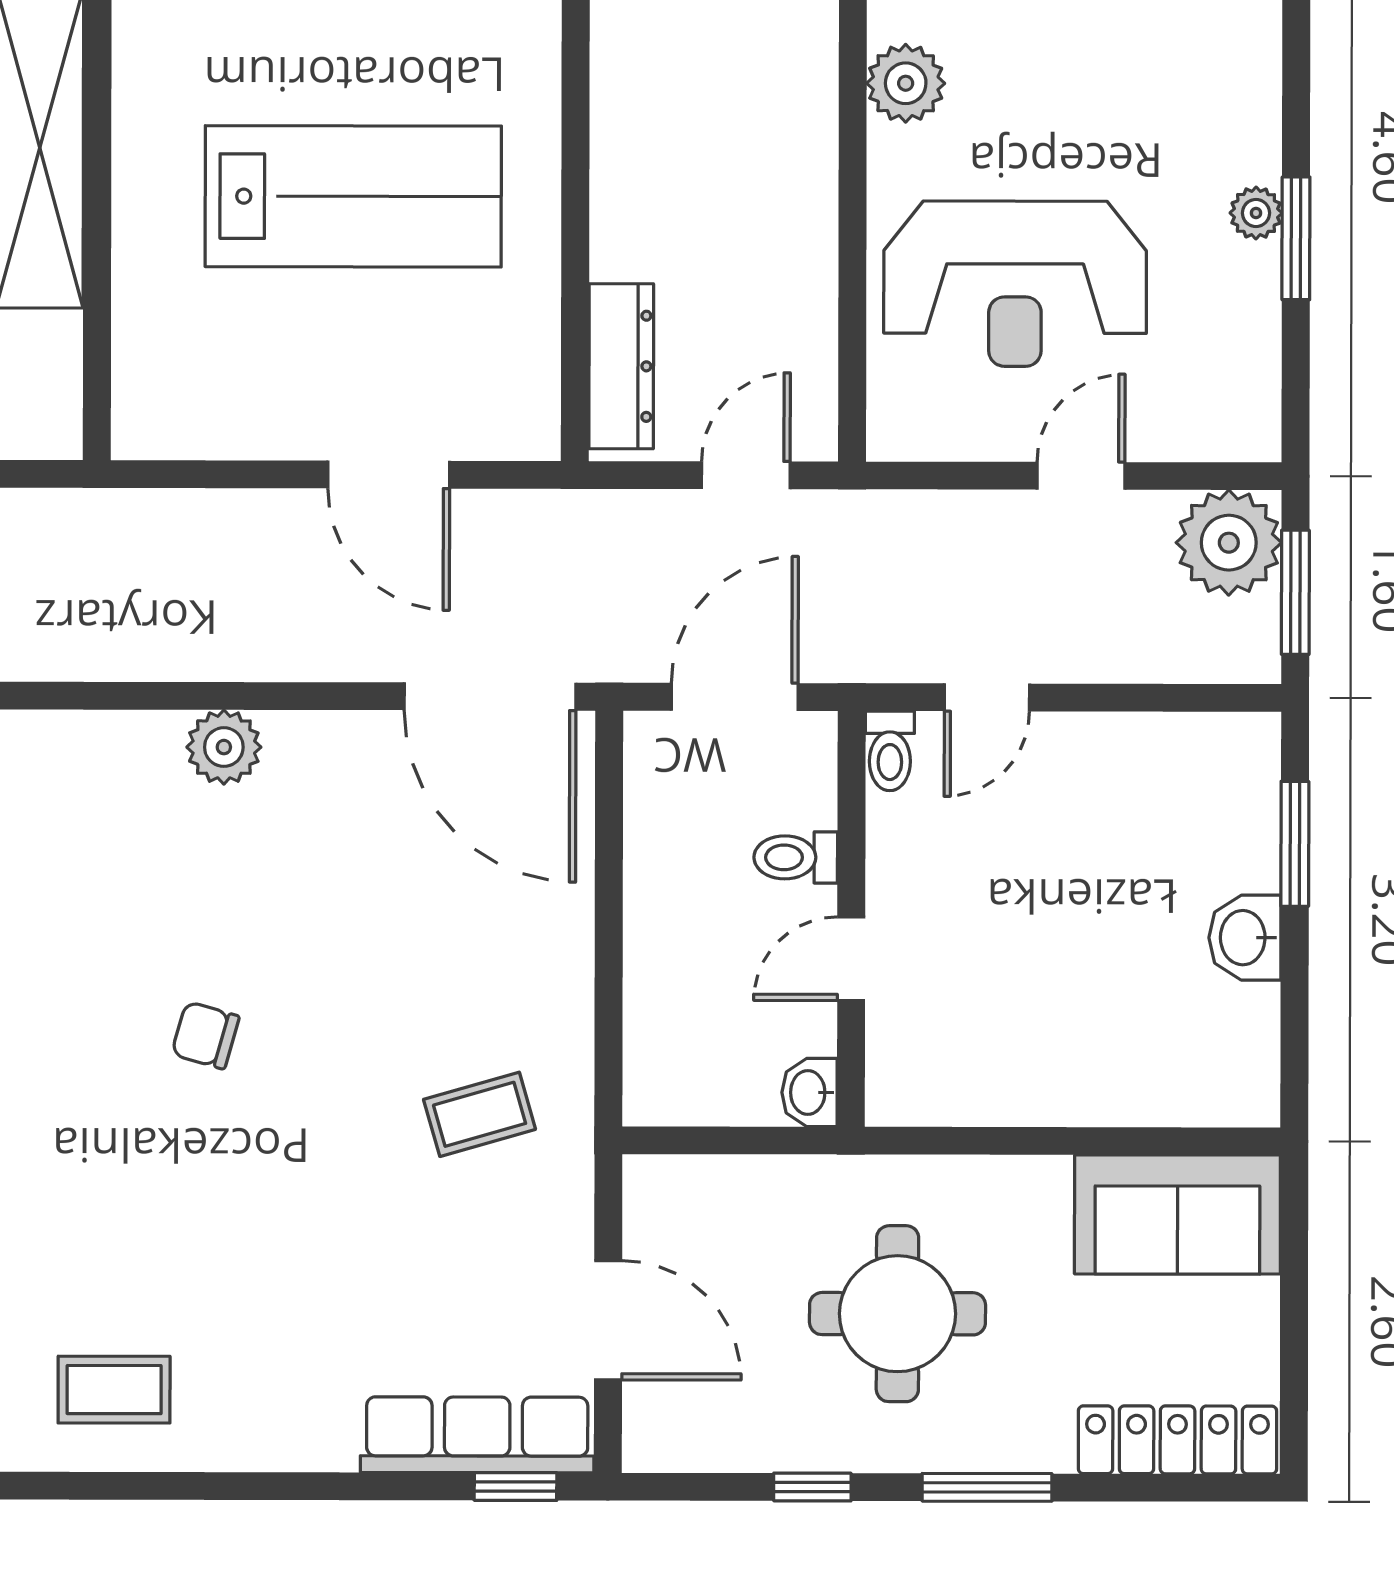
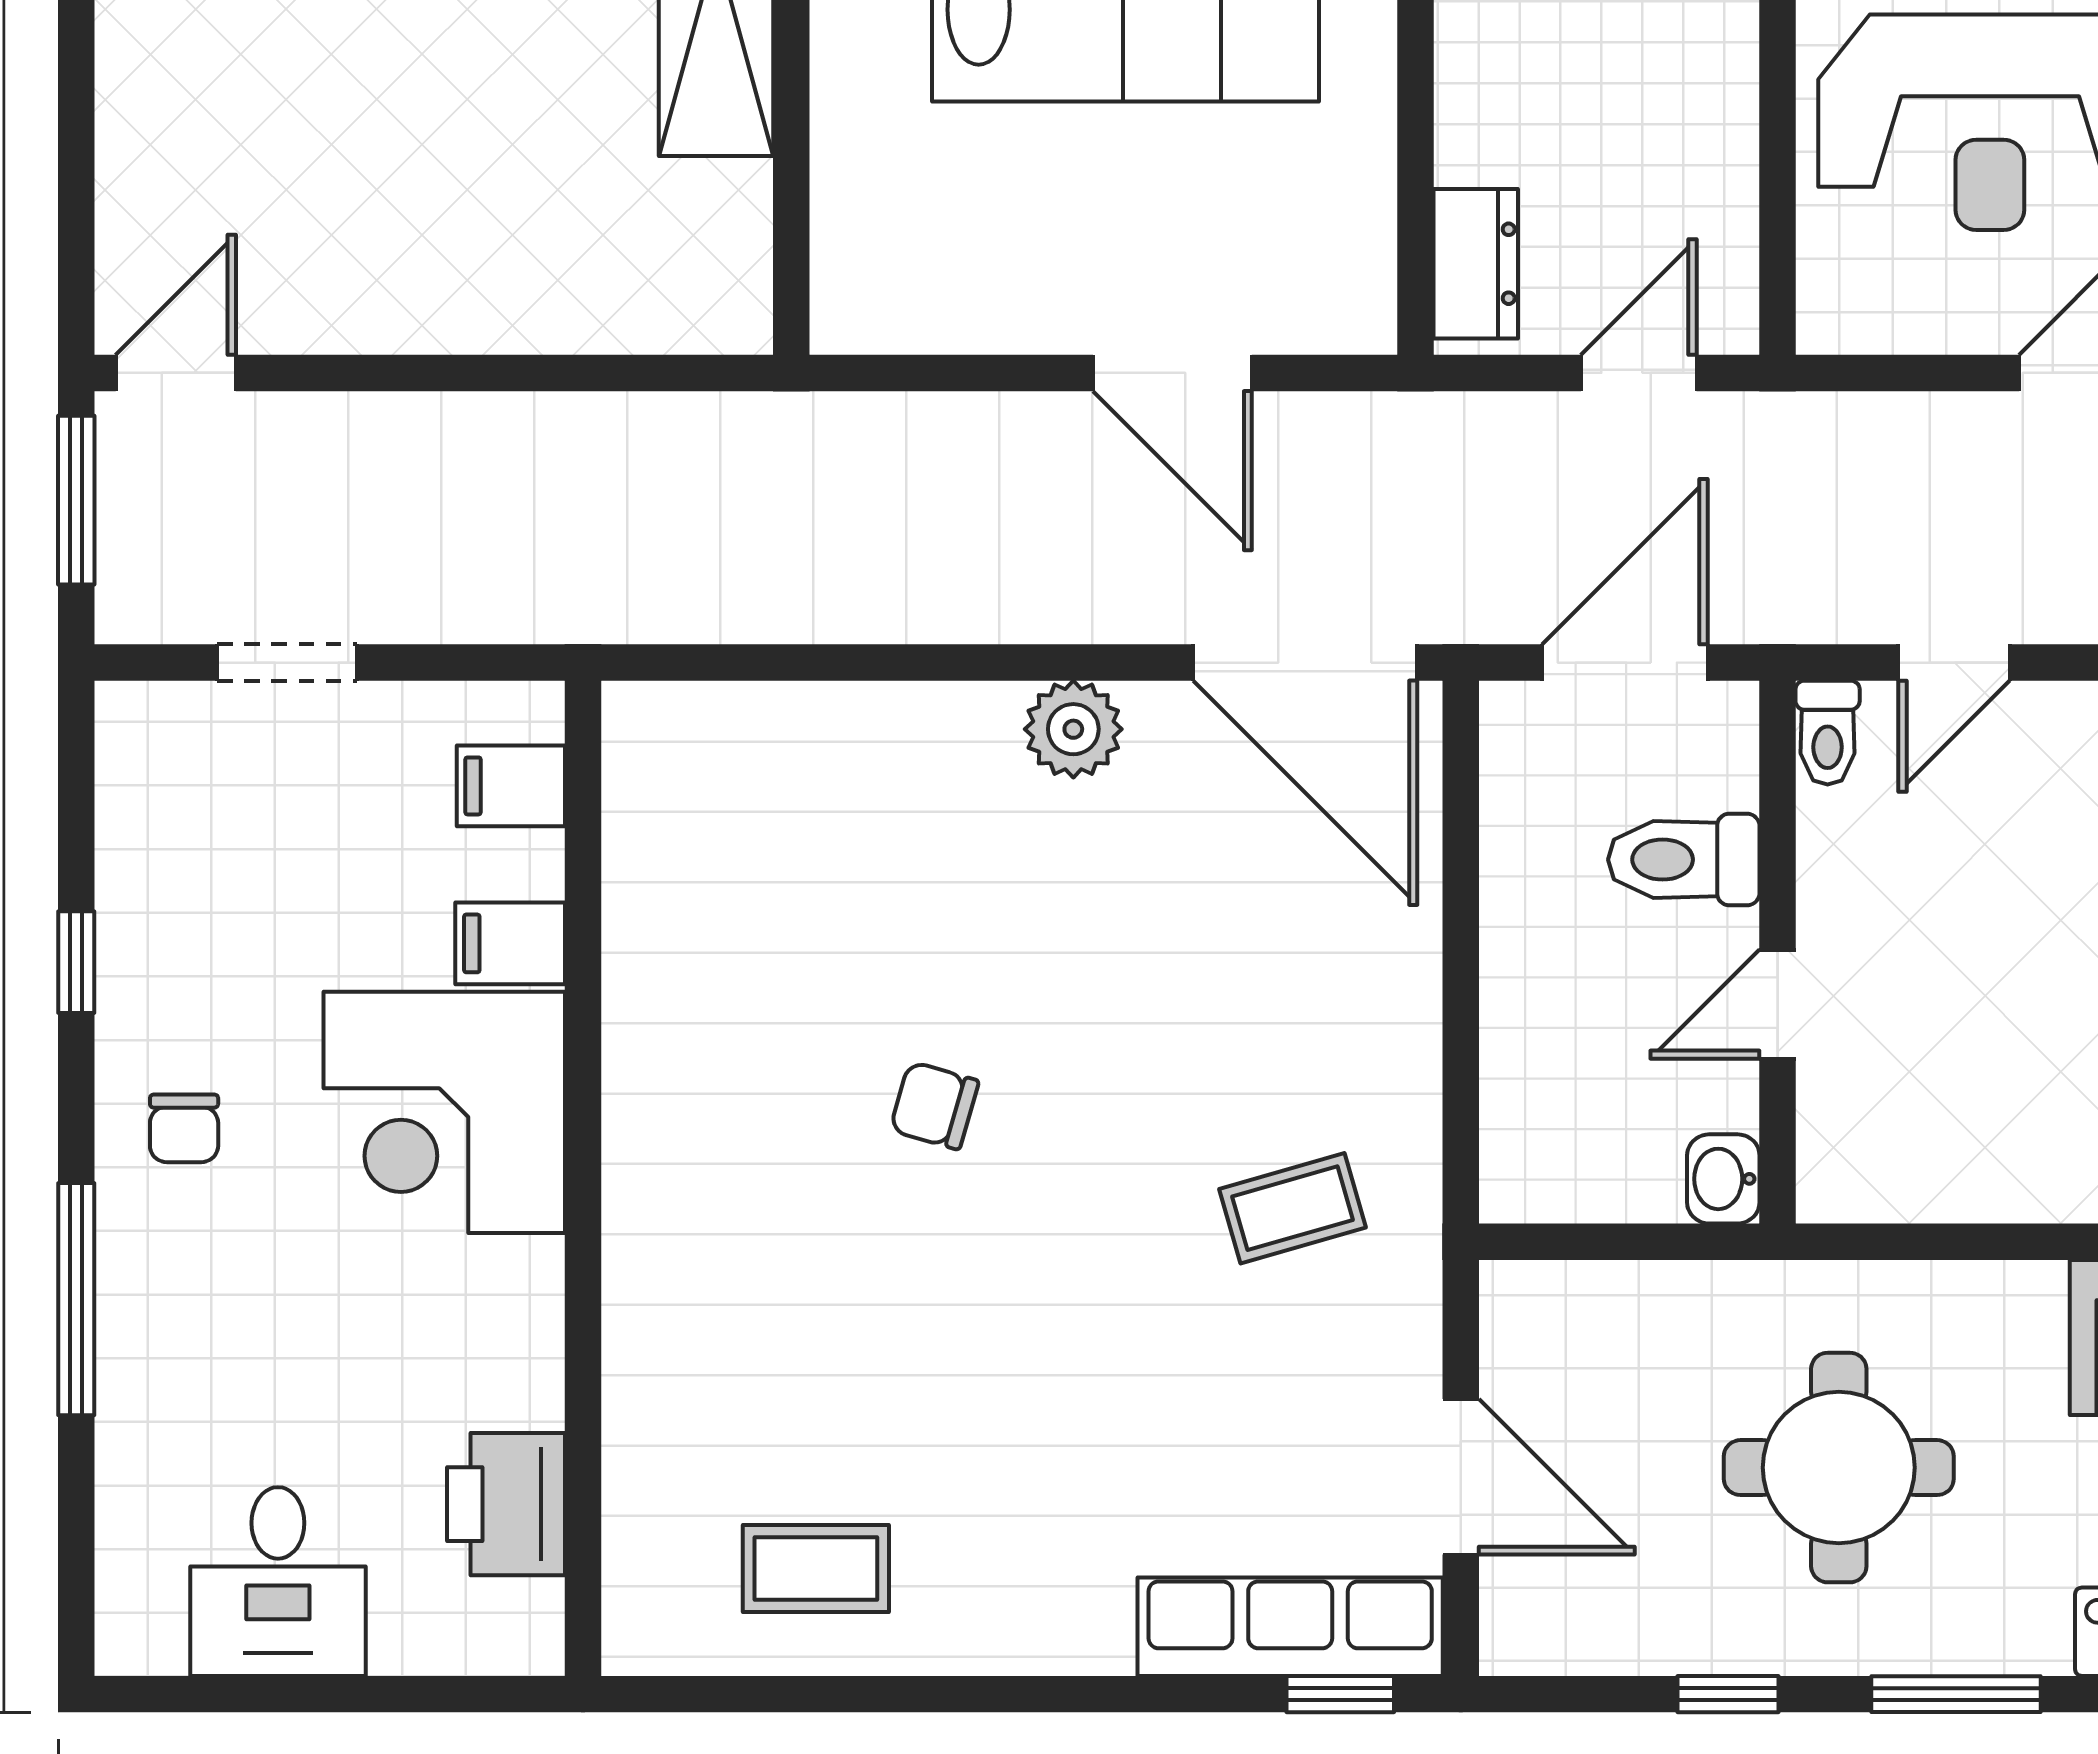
dresser: (621, 366) -> (1476, 264), width x0.70
plant: (224, 747) -> (1073, 729), moved
toilet: (796, 857) -> (1684, 860), width x1.37, depth x1.39

